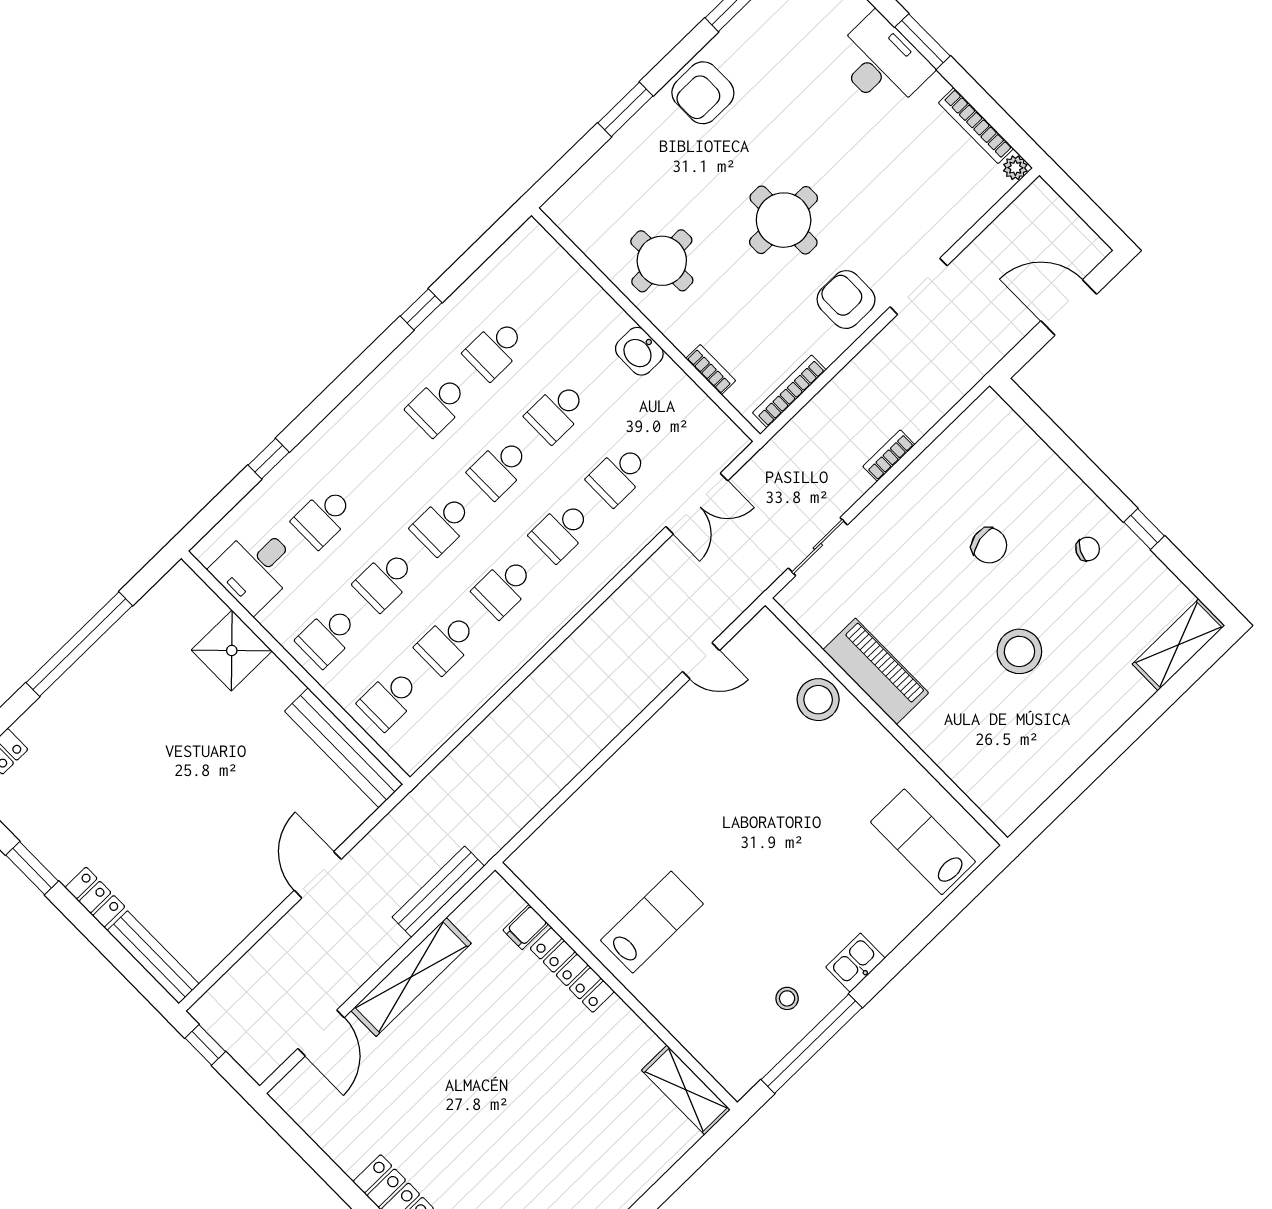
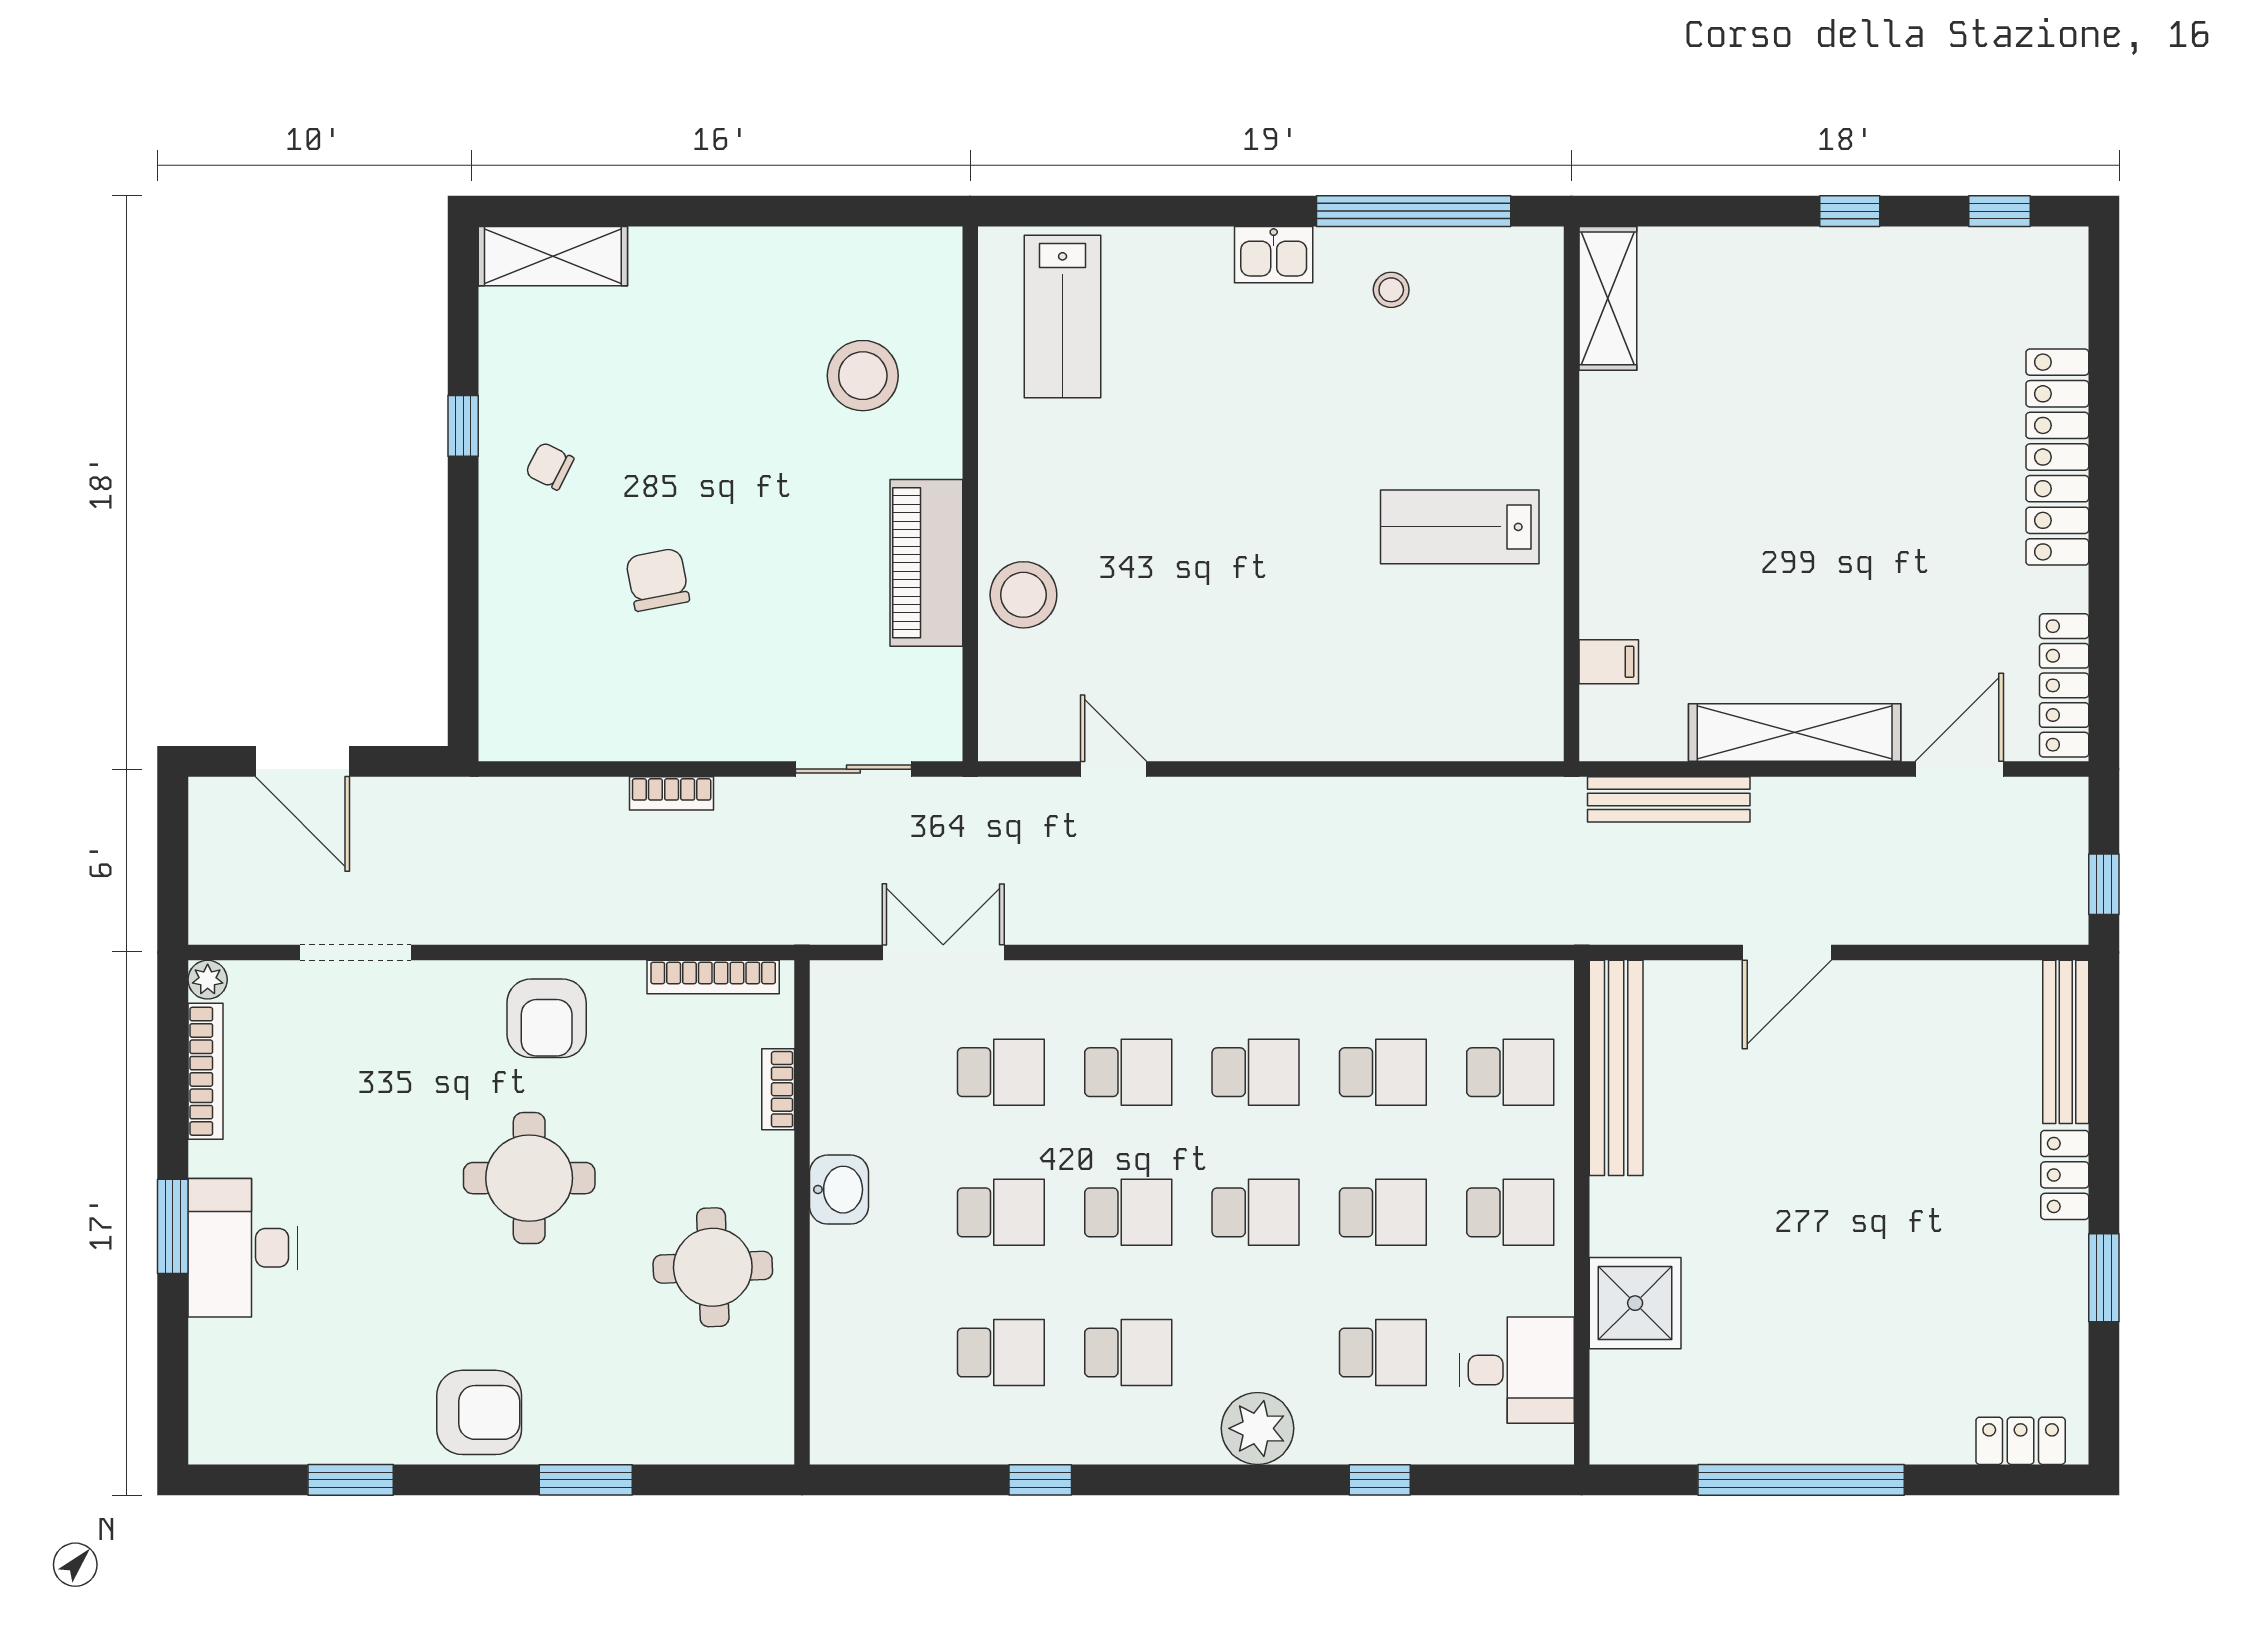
doorway: (919, 286) -> (355, 952), moved
plant: (346, 428) -> (1258, 1428), added
stool: (1019, 651) -> (863, 376), moved
locker: (572, 970) -> (2064, 685), moved, turned 180

